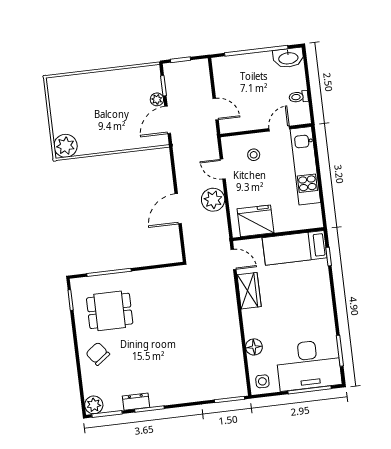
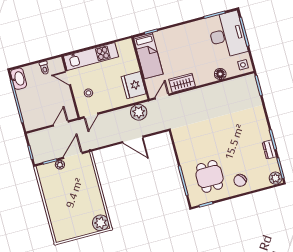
door: (168, 120) -> (73, 155), swing flipped
door: (223, 169) -> (91, 115), moved
plant: (213, 200) -> (139, 112), moved

